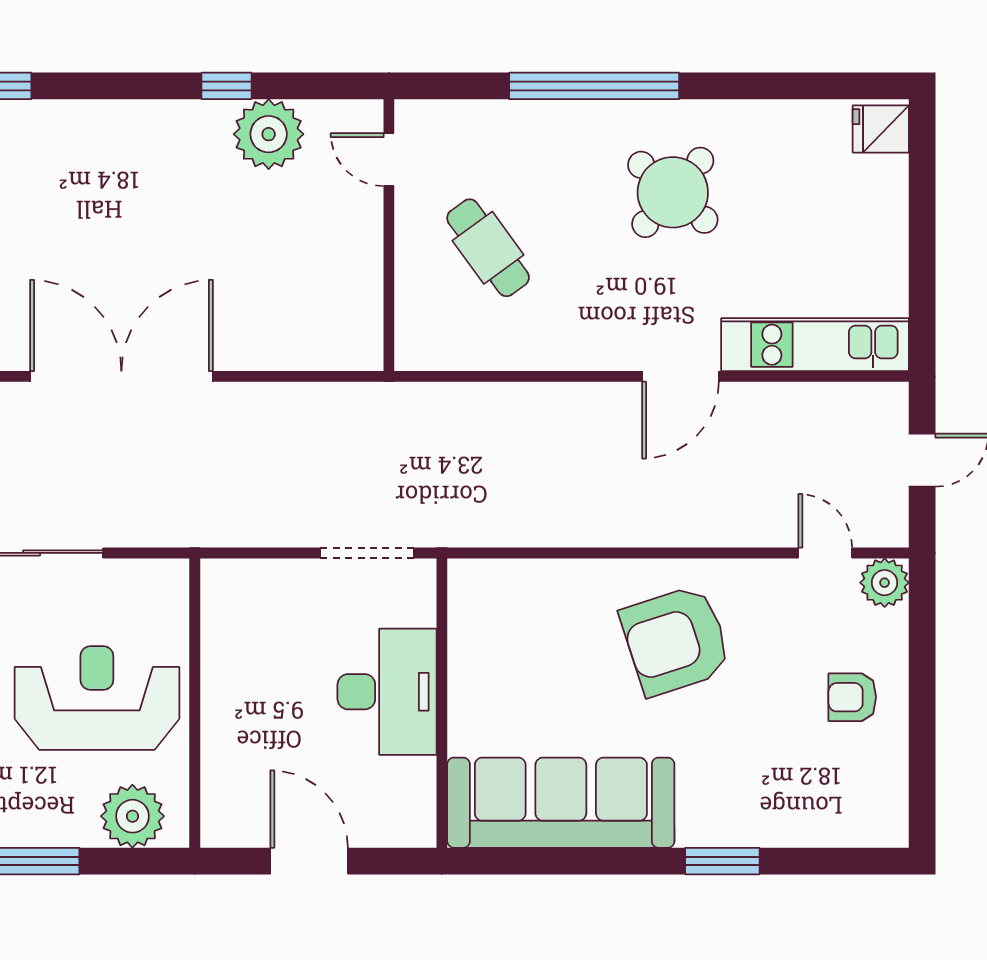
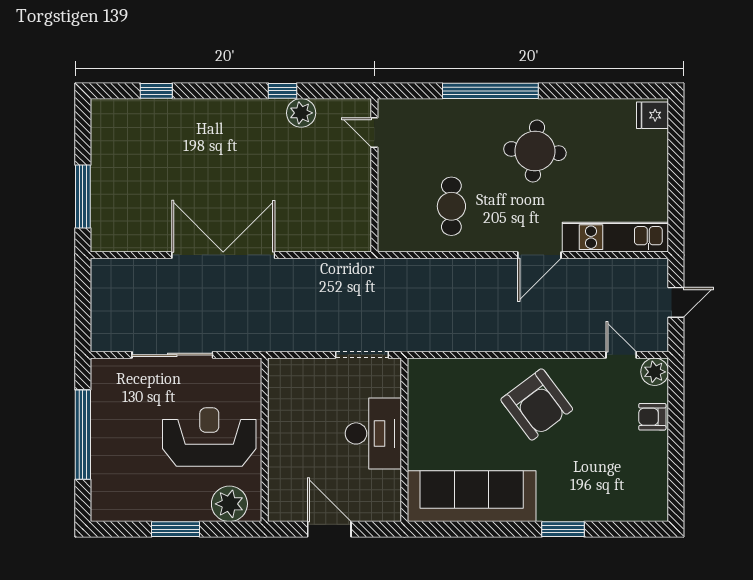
plant: (269, 134) -> (301, 113), width x0.73, depth x0.73
round table: (673, 192) -> (535, 151), turned -36
cafe table: (488, 248) -> (451, 206), moved, turned 36
armchair: (676, 640) -> (537, 404), turned -109
armchair: (852, 697) -> (652, 417), moved

